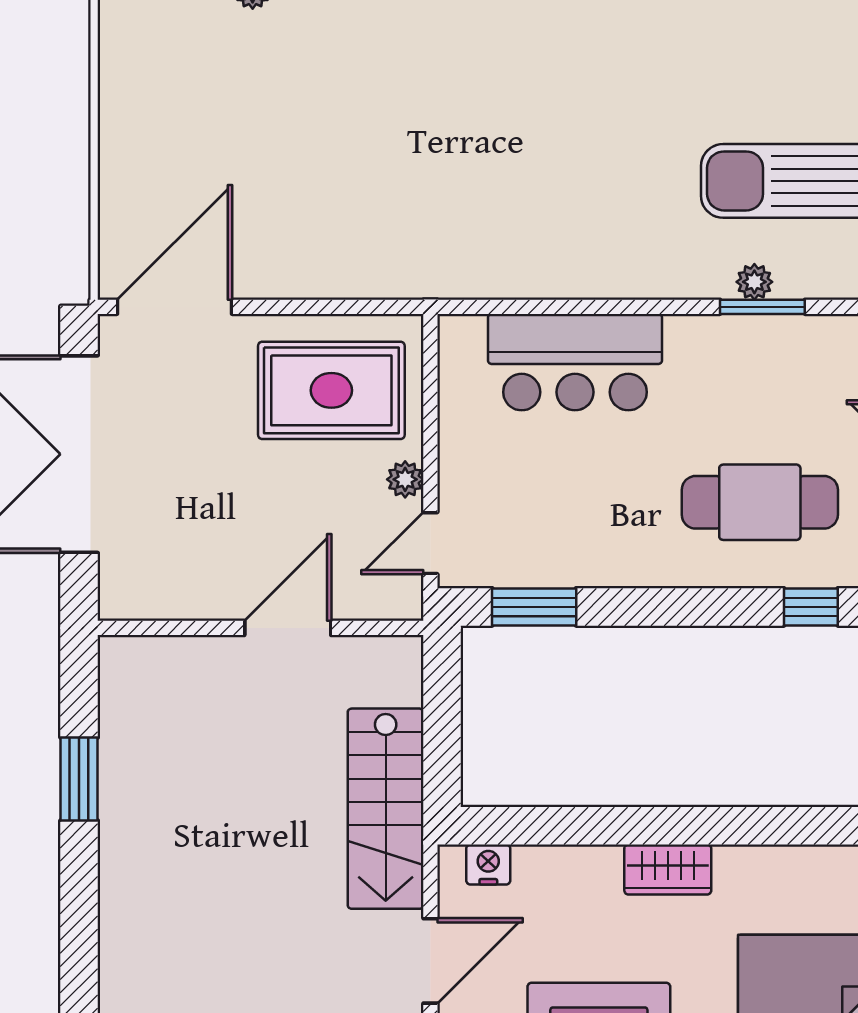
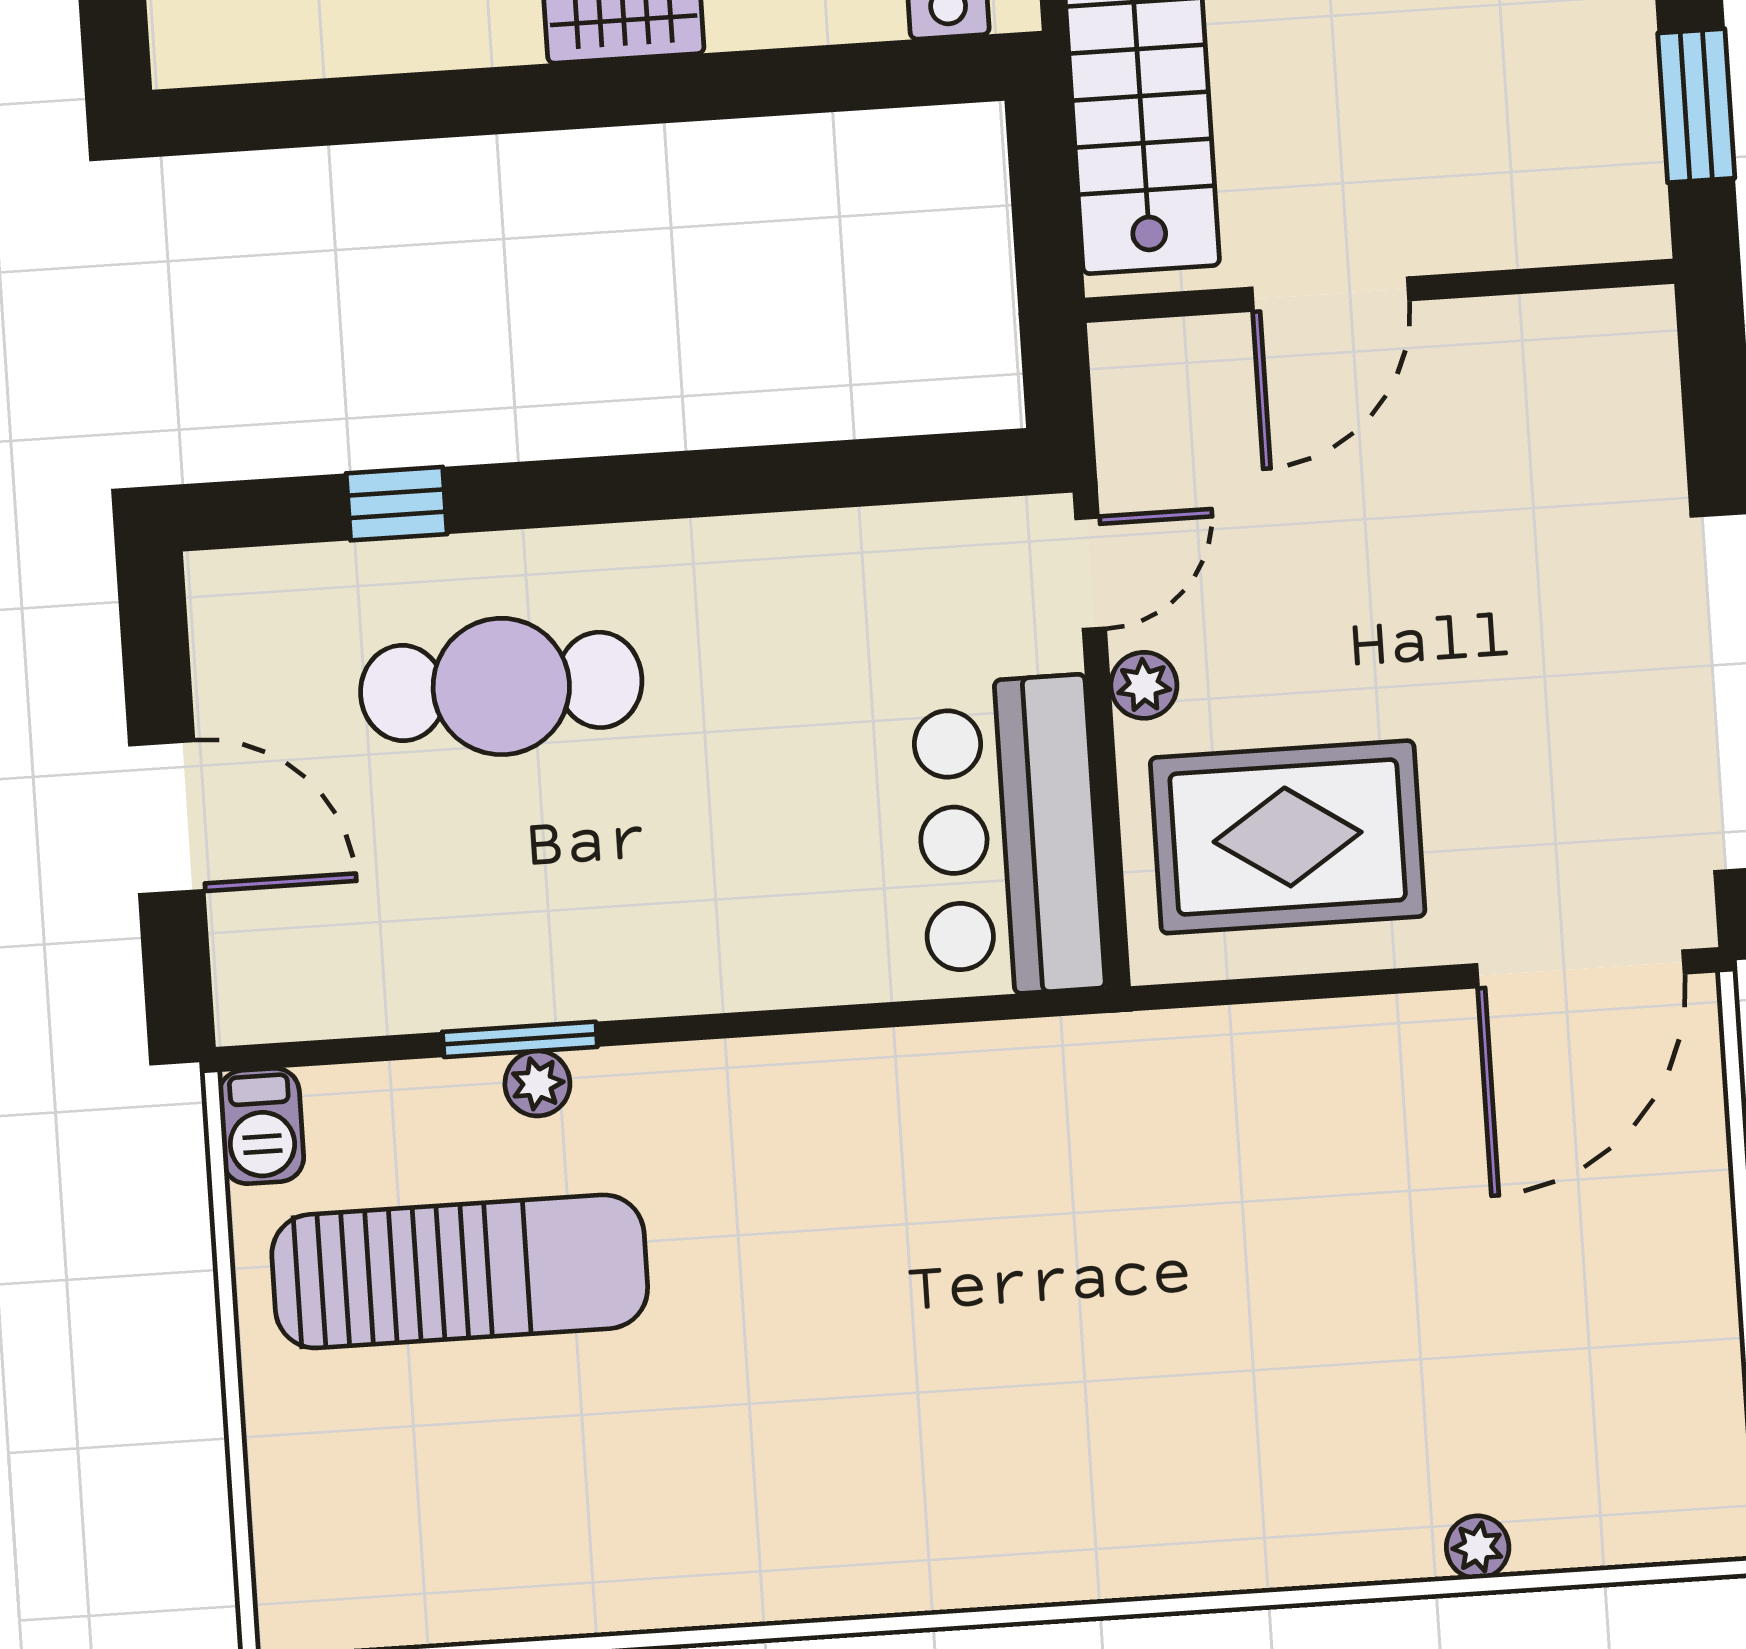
bar counter: (575, 362) -> (1008, 837), moved, turned -90
window: (534, 607) -> (896, 470), removed
wall: (261, 628) -> (1380, 291), moved
door: (288, 628) -> (1330, 294), moved

